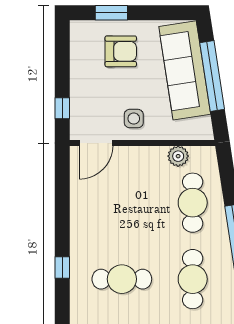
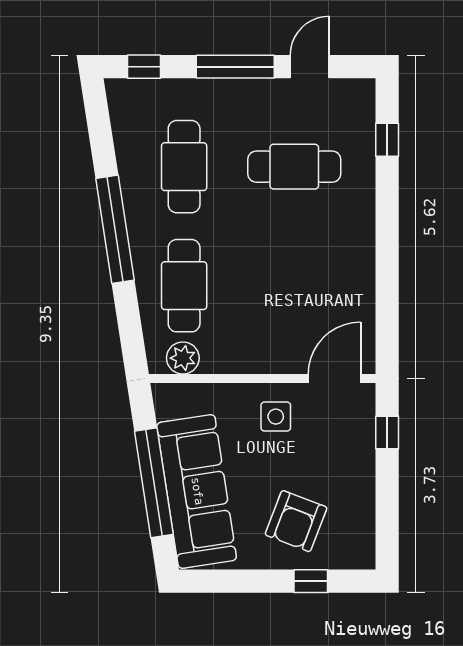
window: (111, 13) -> (311, 581), width x0.67
armchair: (121, 51) -> (296, 521), turned -69
plant: (178, 156) -> (183, 358), moved
window: (62, 268) -> (387, 140), moved

